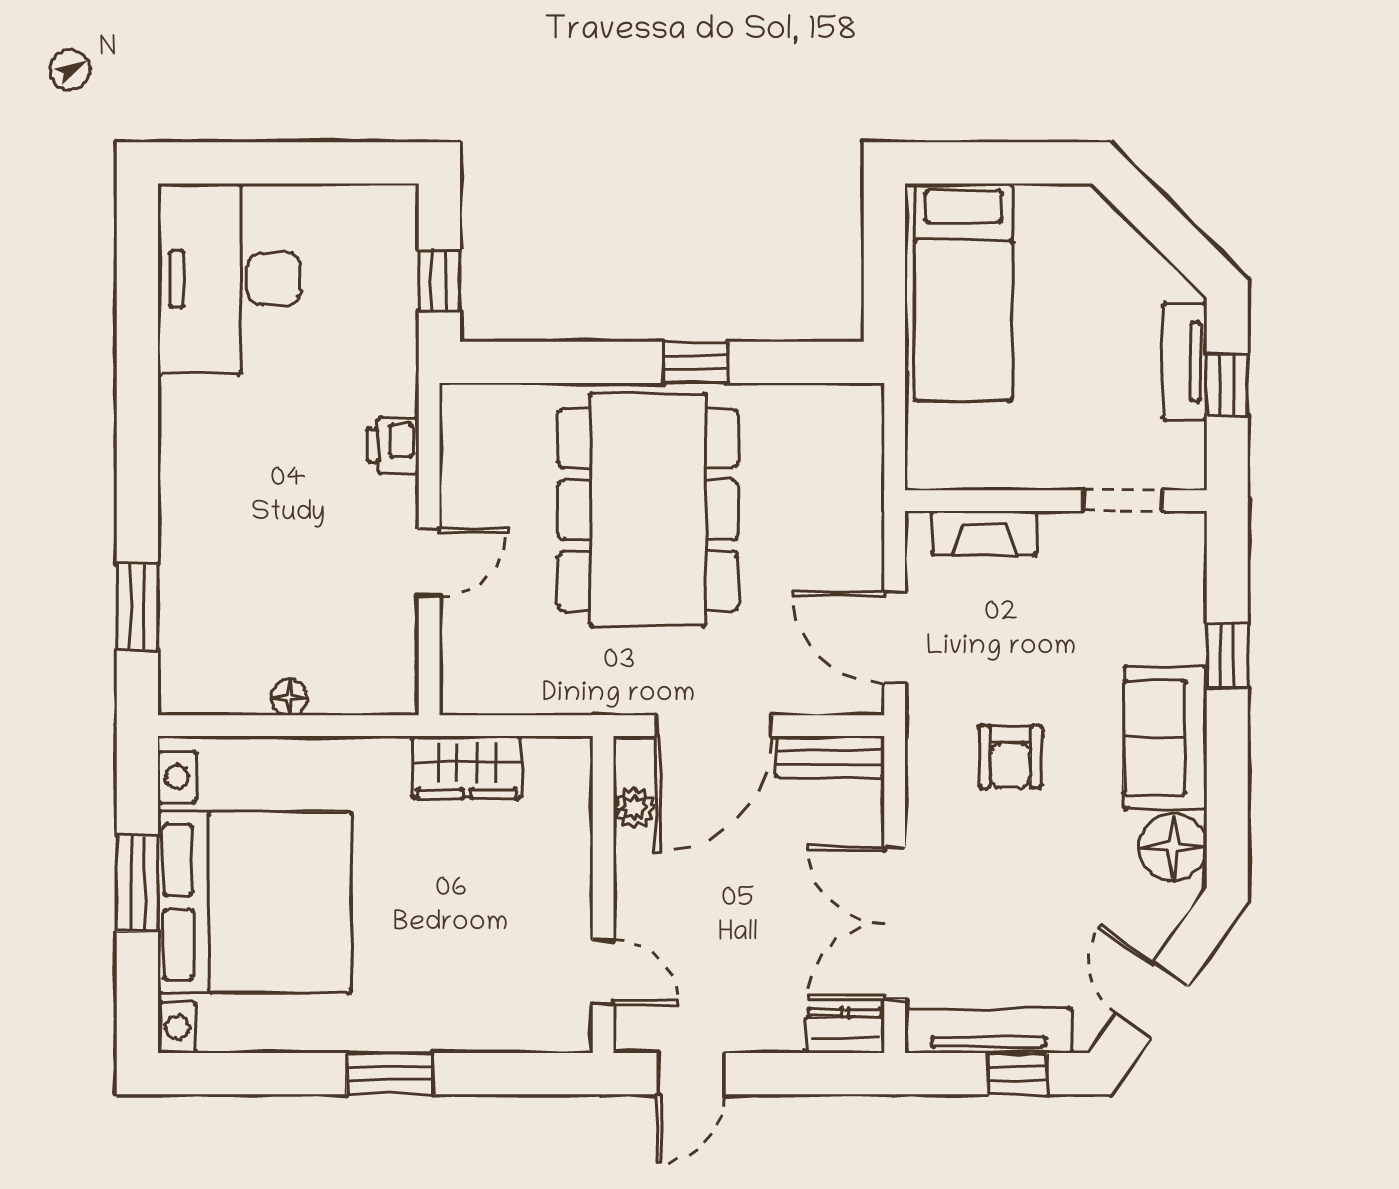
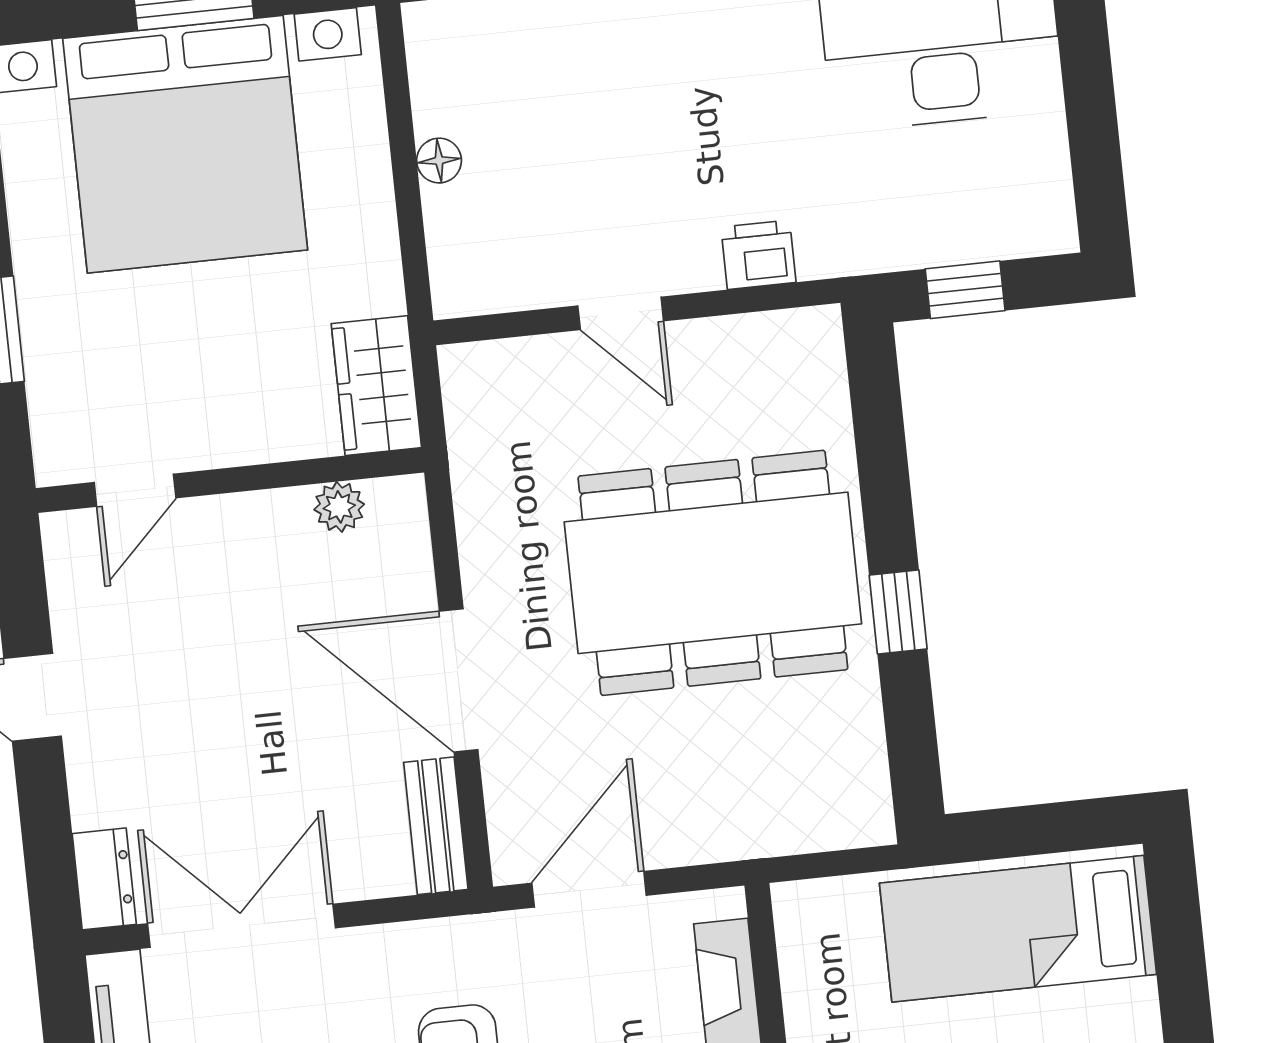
plant: (634, 808) -> (339, 507), moved
wall: (603, 895) -> (230, 480), moved
door: (603, 973) -> (135, 490), moved

